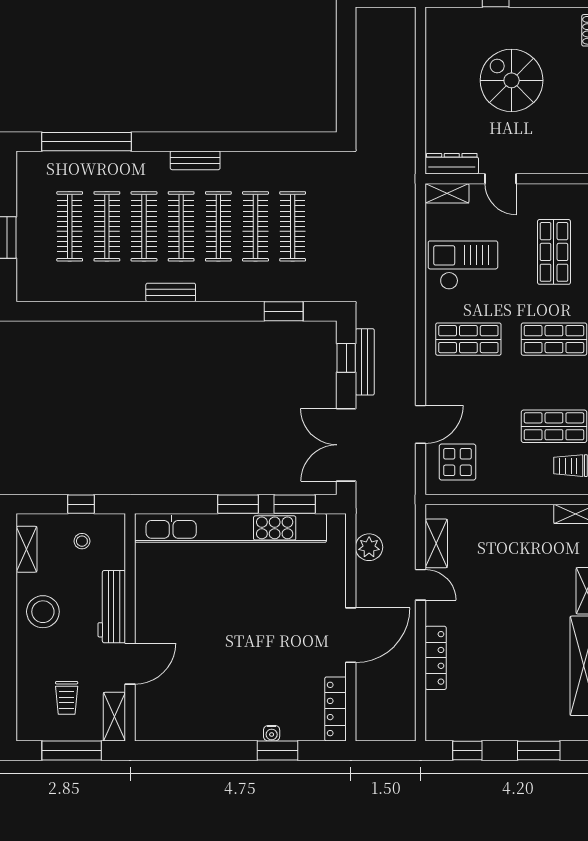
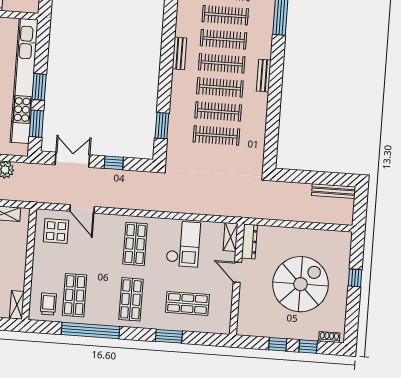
spiral stairs: (512, 80) -> (300, 284), width x1.37, depth x1.37
door: (500, 179) -> (237, 272), hinge flipped
window: (346, 358) -> (114, 163), moved
bench: (365, 362) -> (334, 191), moved
double door: (346, 445) -> (72, 160), width x0.73

